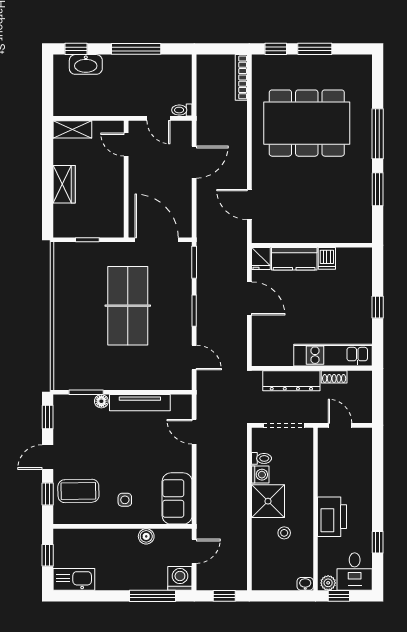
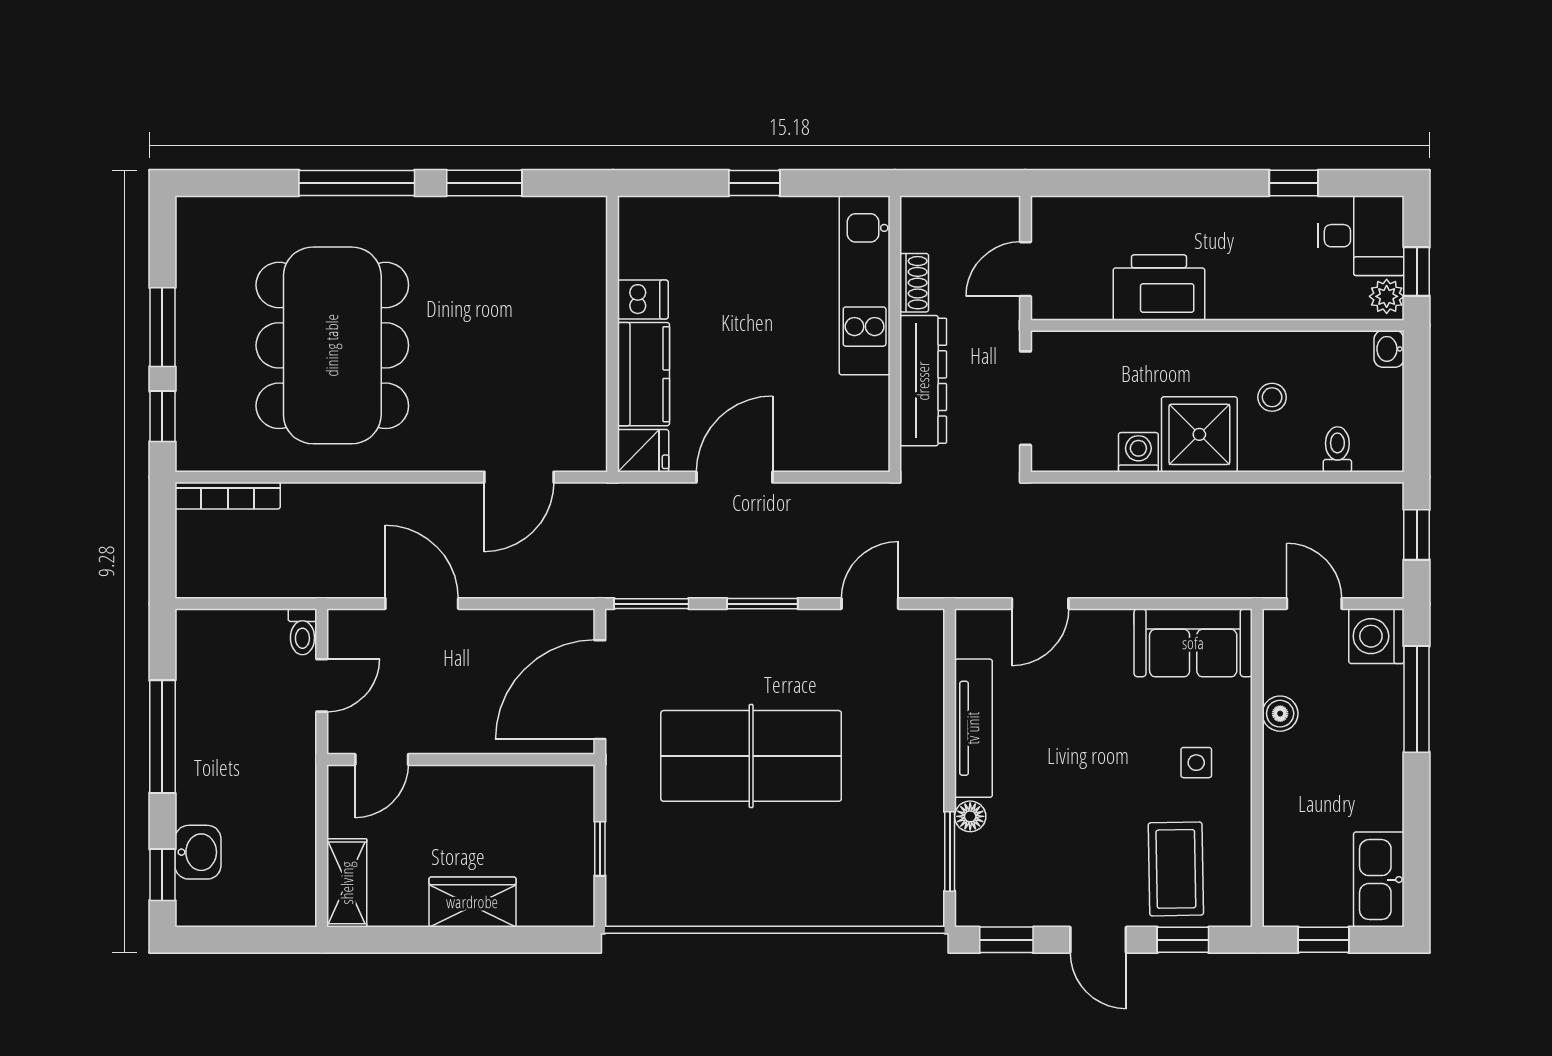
washbasin: (86, 64) -> (198, 852), width x0.72
toilet: (261, 458) -> (1337, 449), moved
printer: (332, 517) -> (1159, 288), moved

